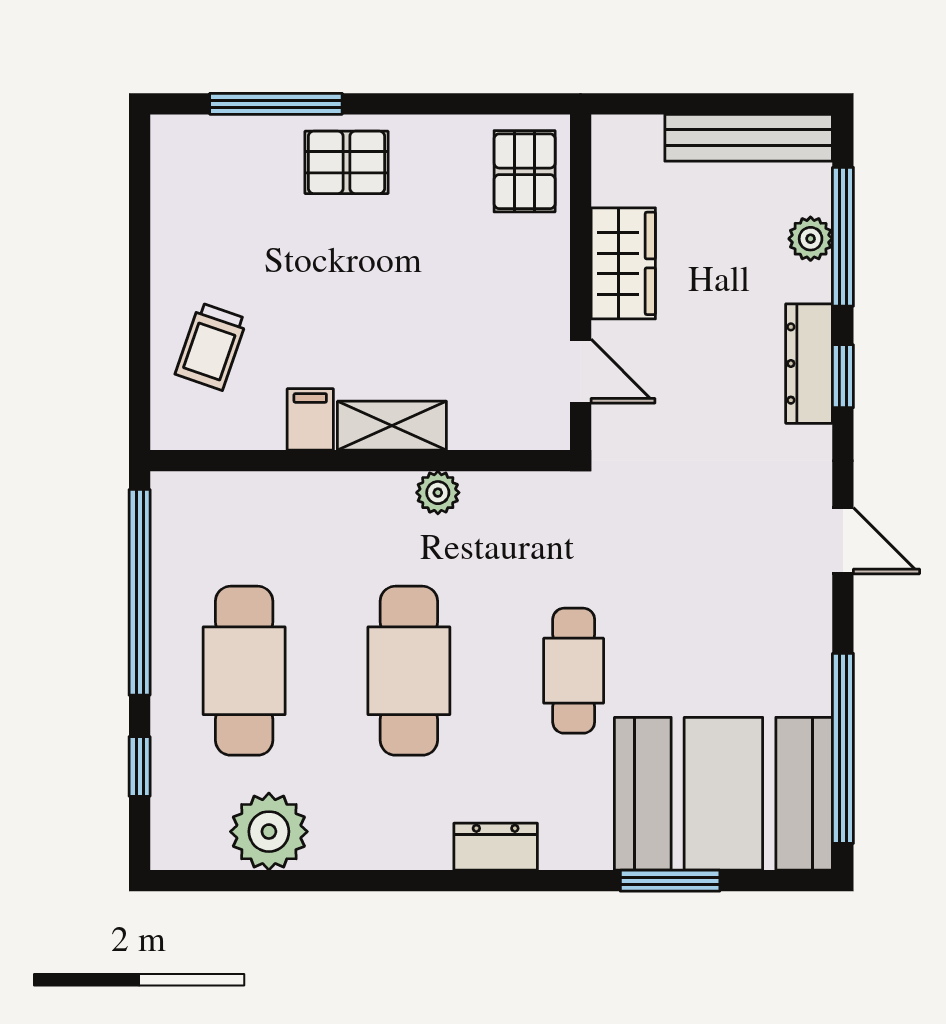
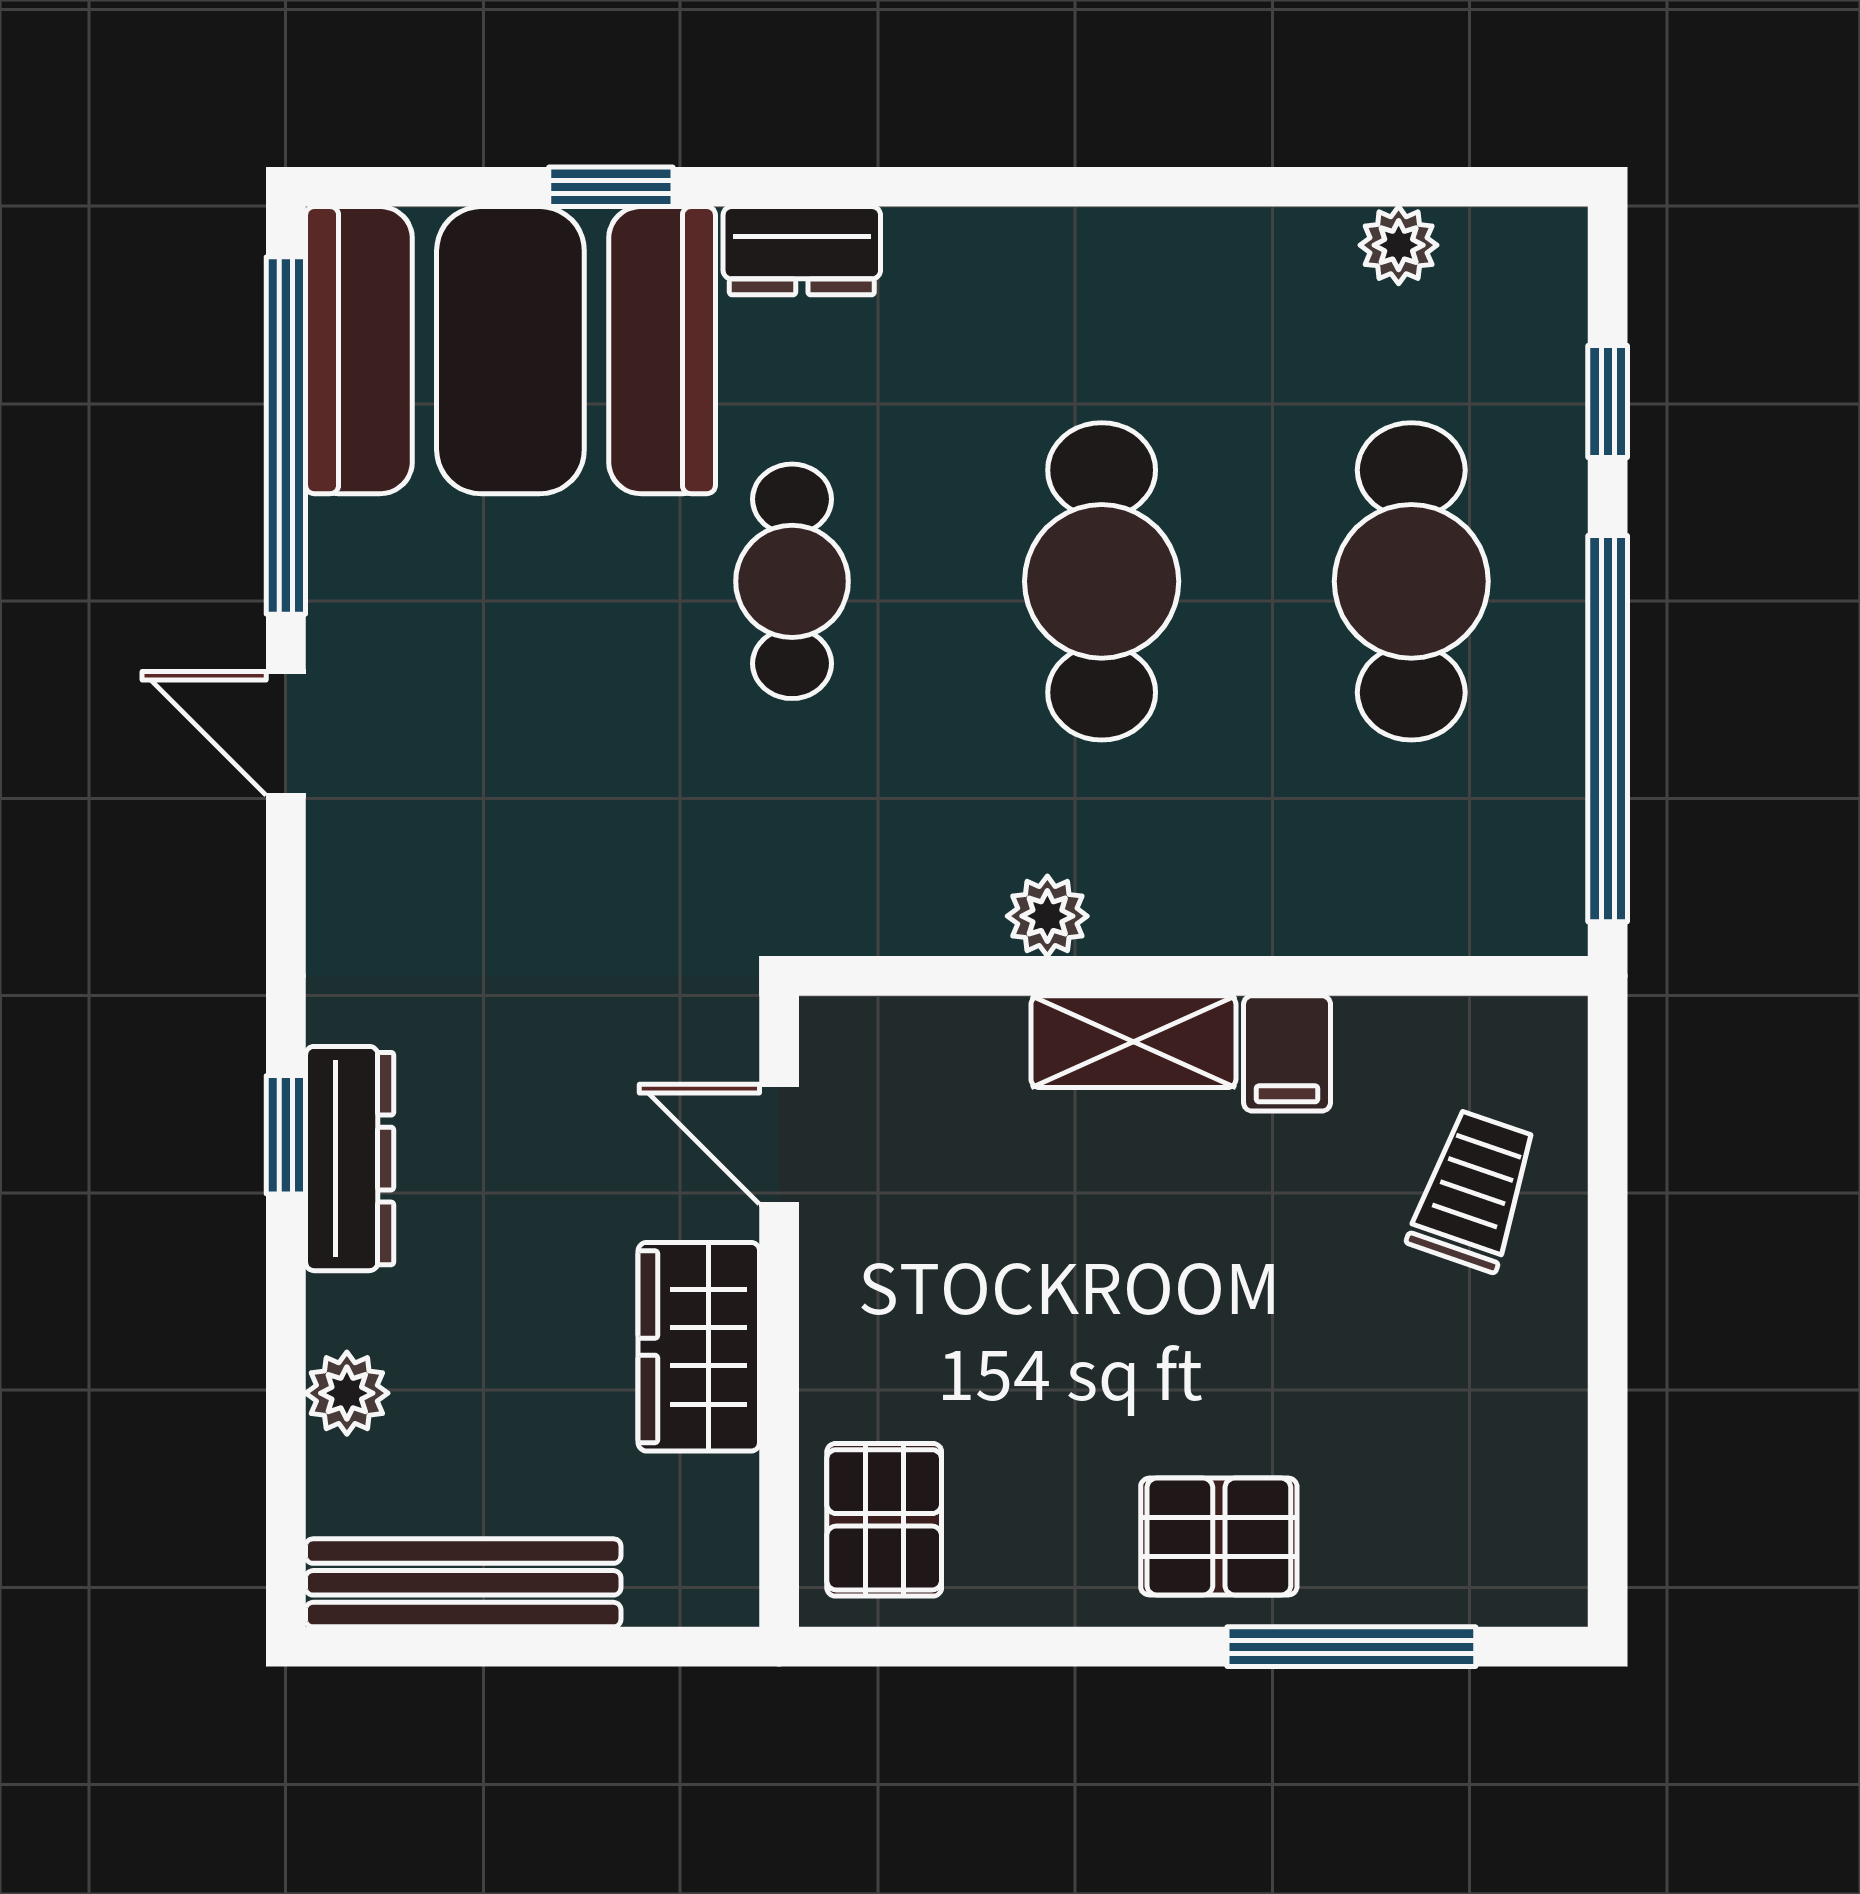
window: (843, 237) -> (286, 1397), removed
door: (843, 541) -> (286, 733), moved
plant: (269, 832) -> (1399, 245), width x0.53, depth x0.53
dresser: (496, 847) -> (802, 251), moved
window: (670, 881) -> (611, 187), width x0.67

